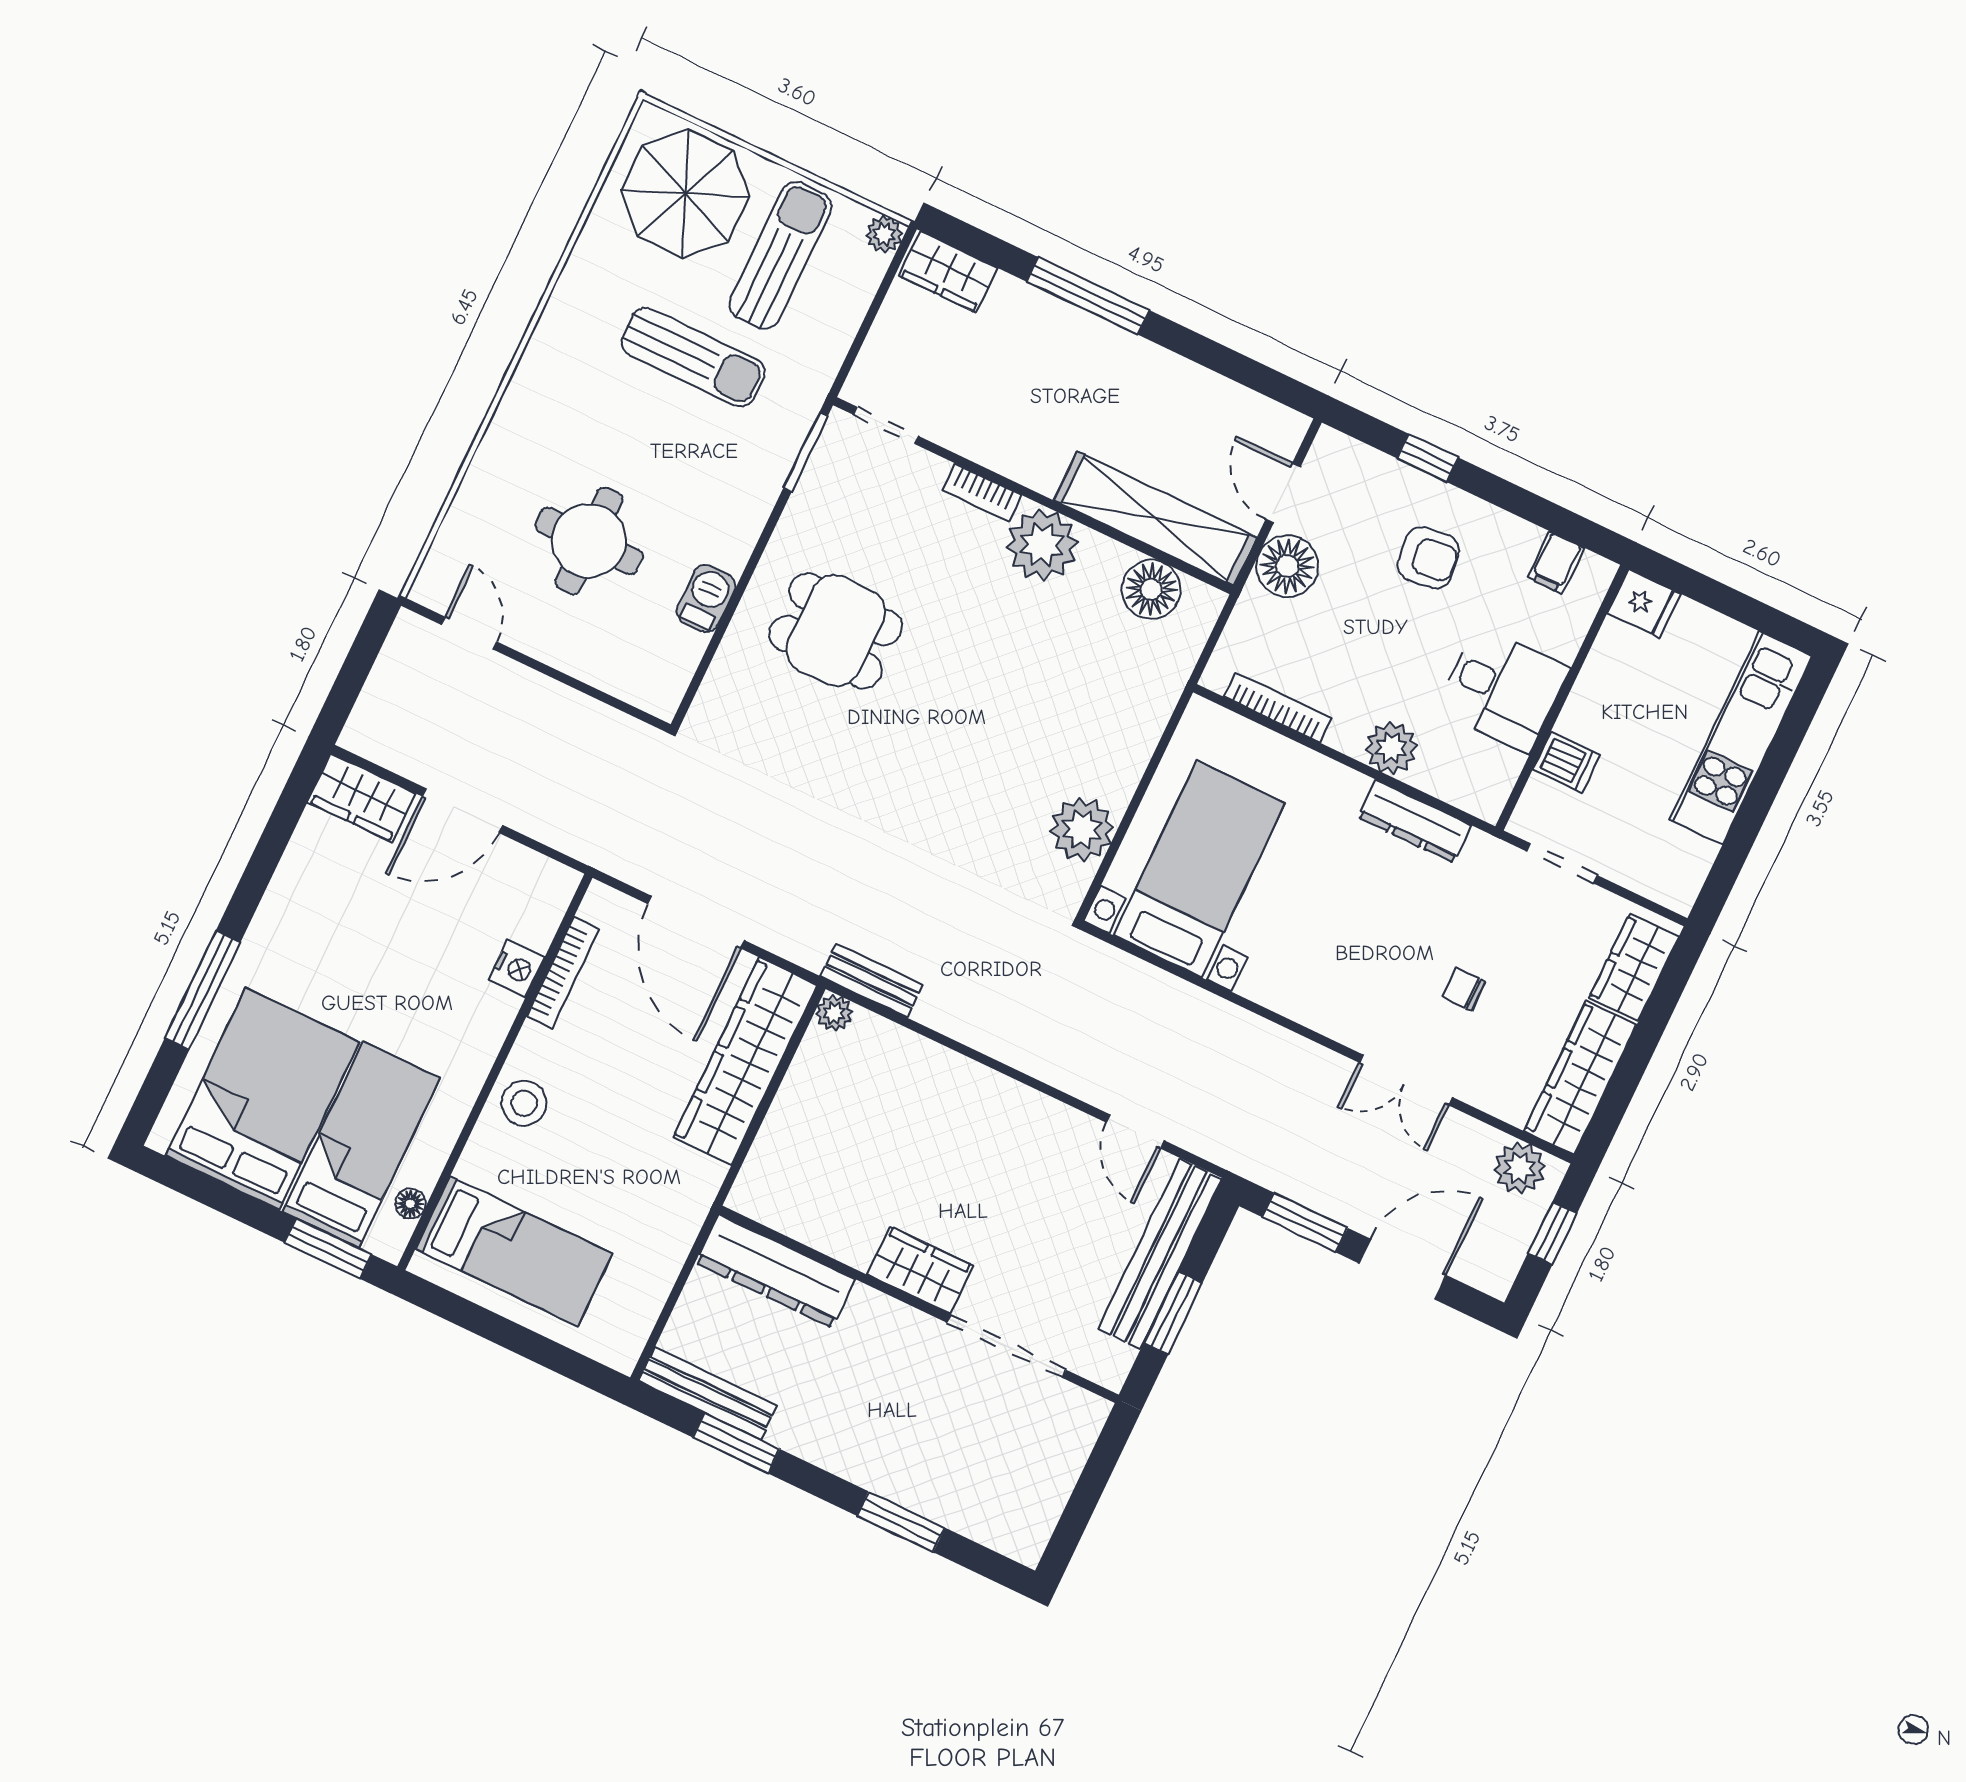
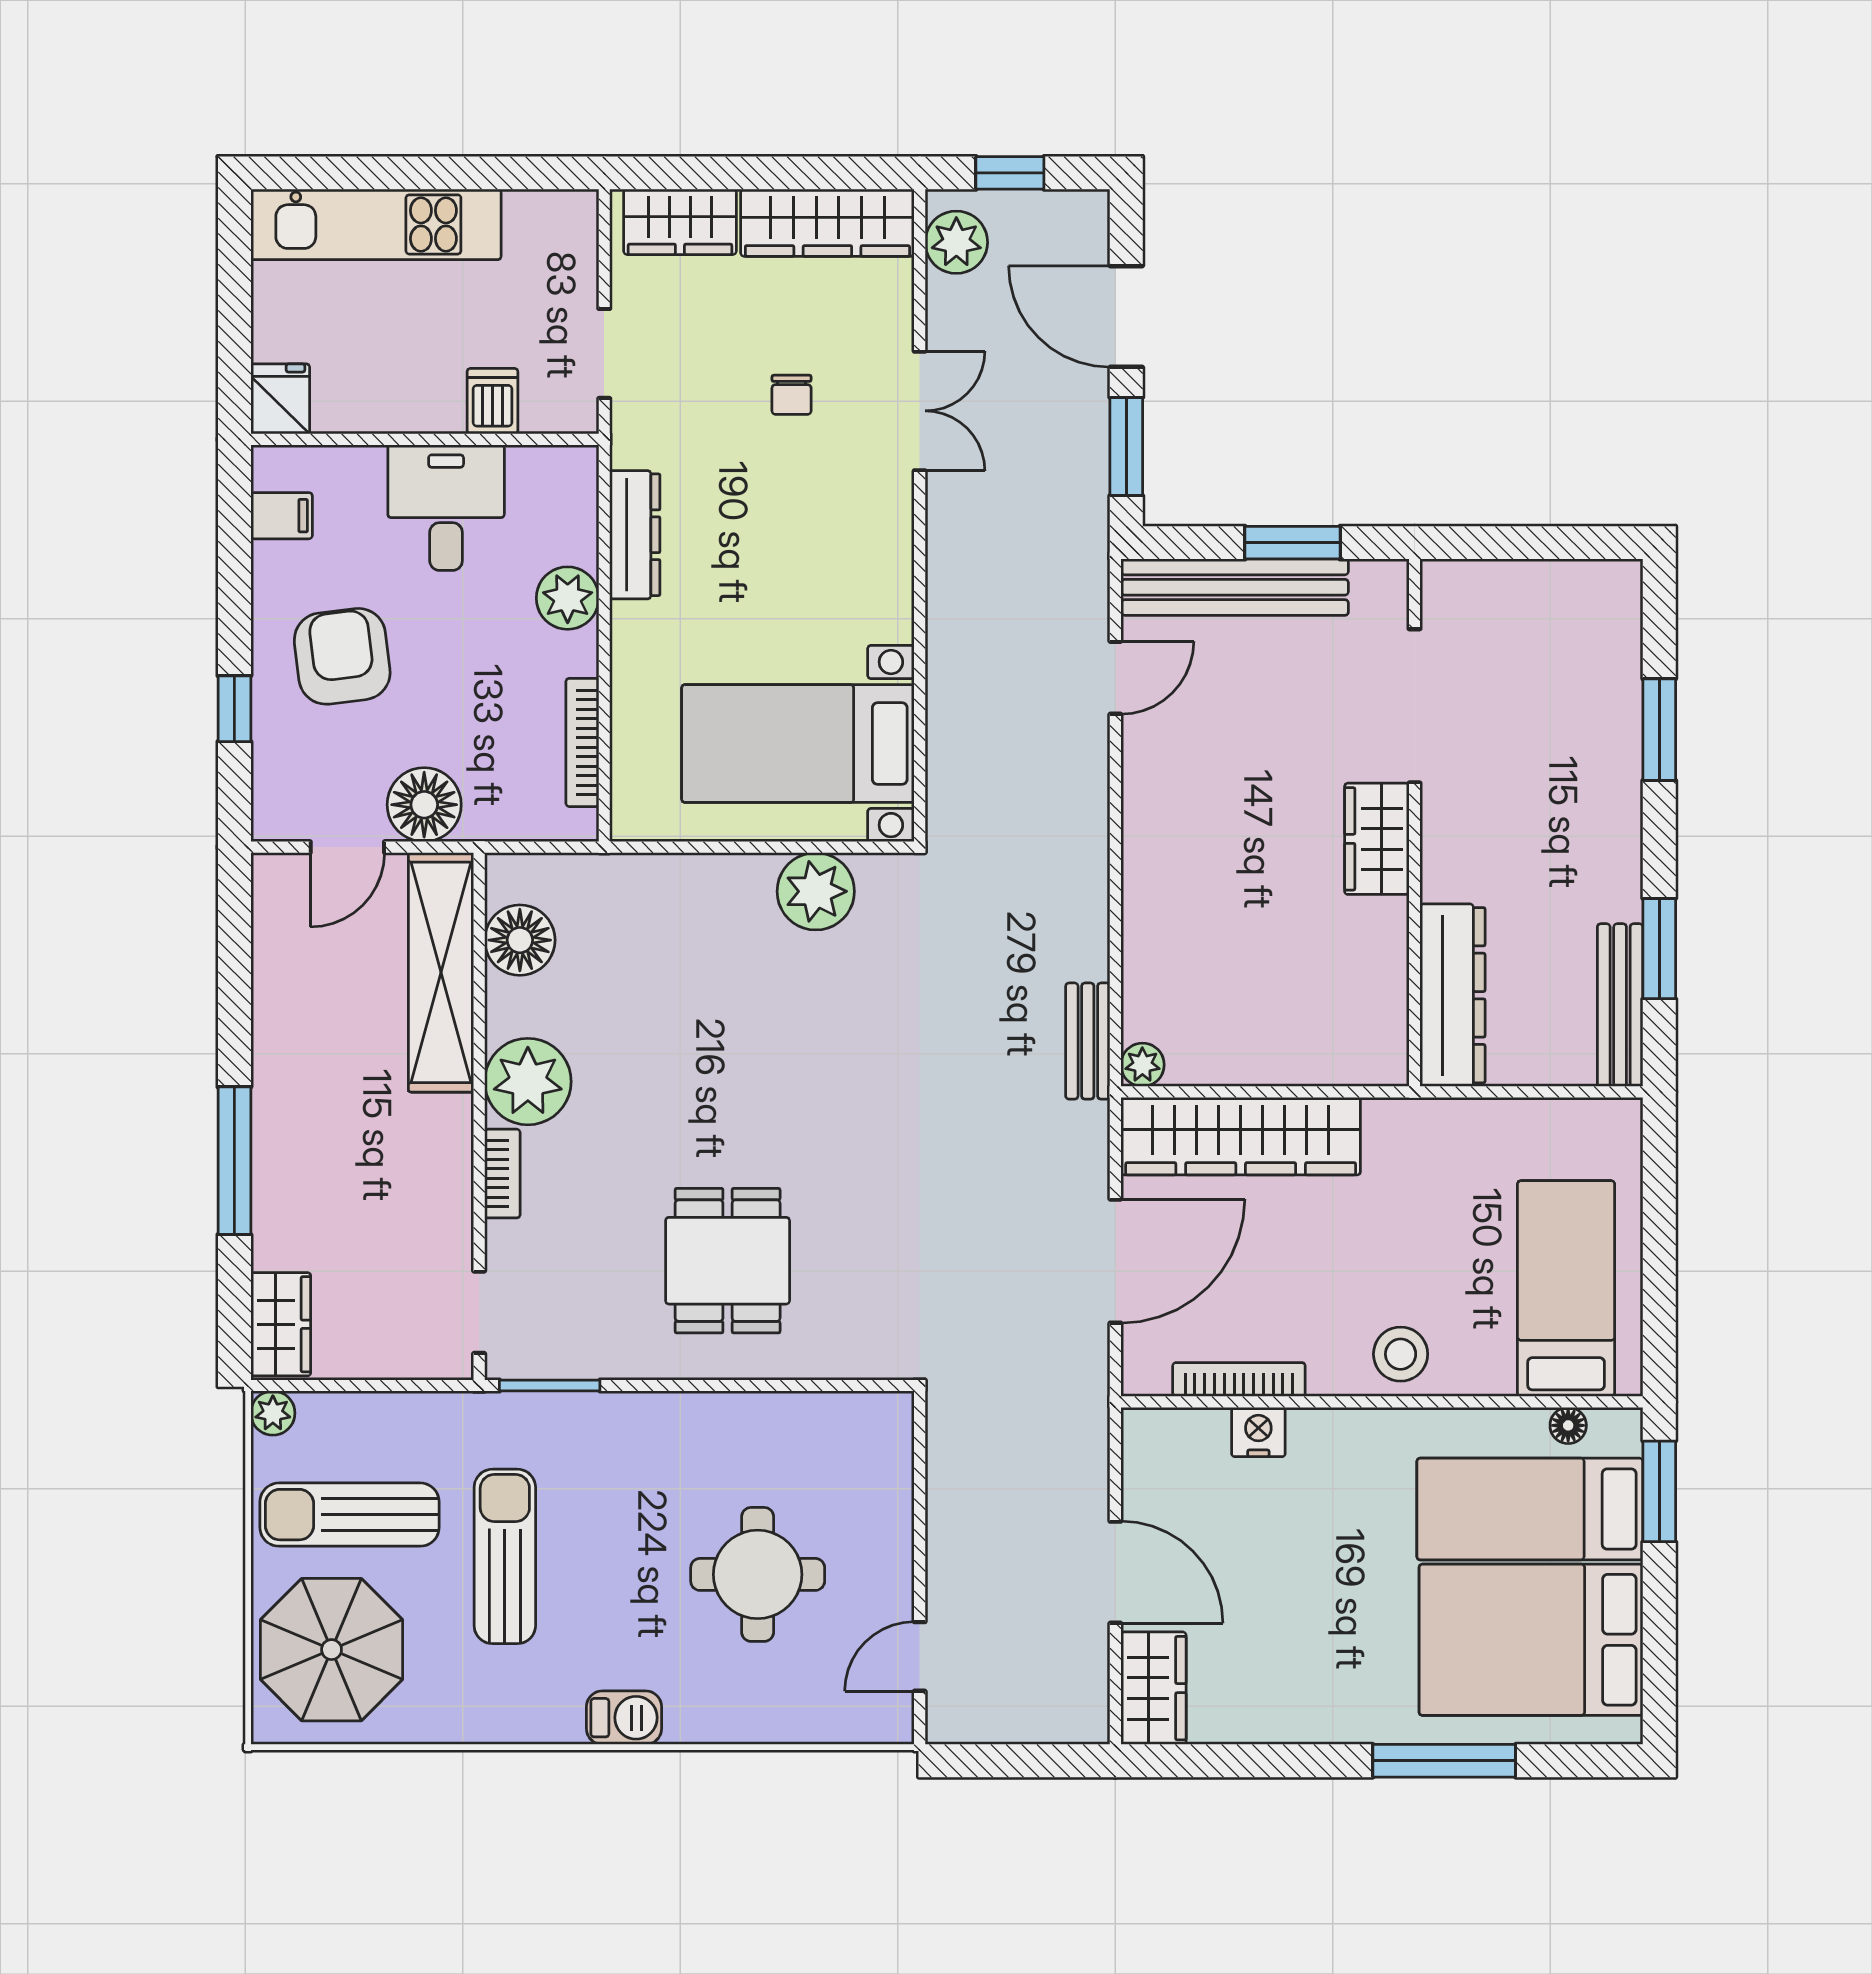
armchair: (1428, 558) -> (342, 656), width x1.38, depth x1.38
barbecue: (706, 599) -> (624, 1718), moved, turned 180

